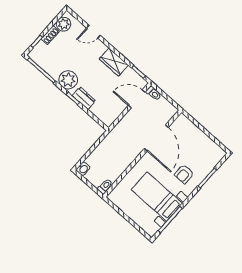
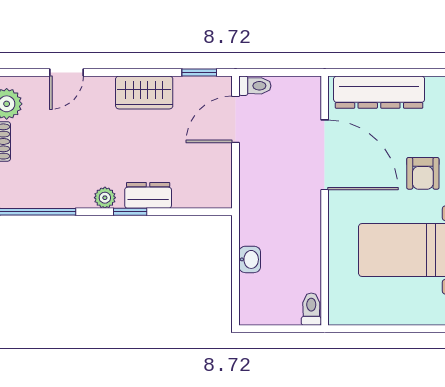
plant: (68, 80) -> (105, 198), width x0.53, depth x0.53
dresser: (194, 133) -> (379, 92), added
washbasin: (83, 169) -> (250, 259), moved

